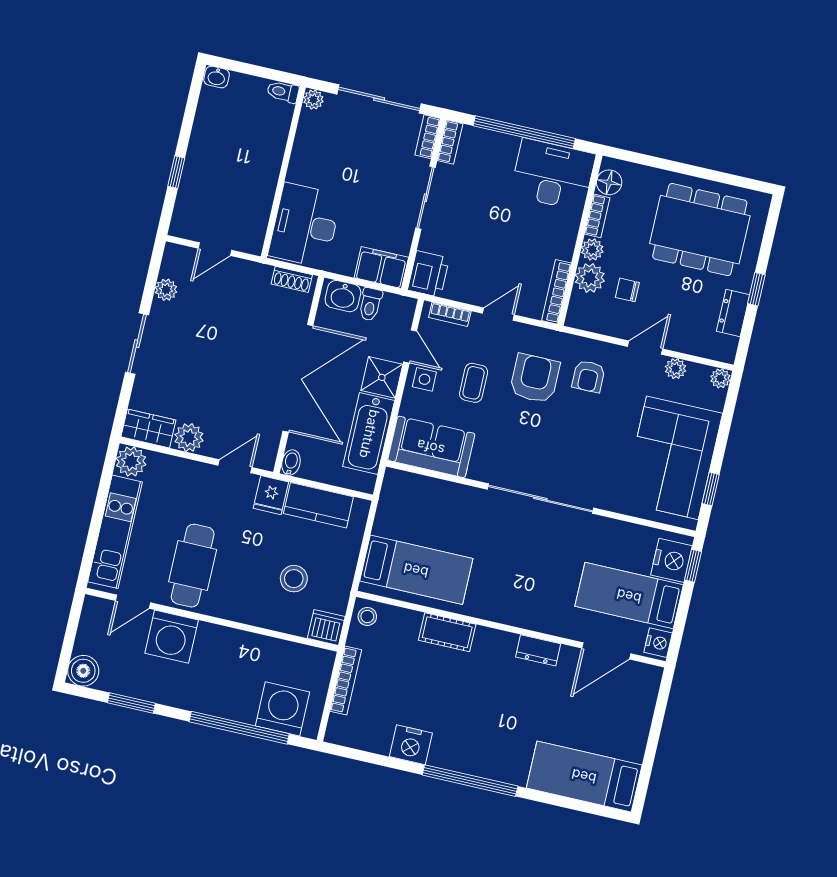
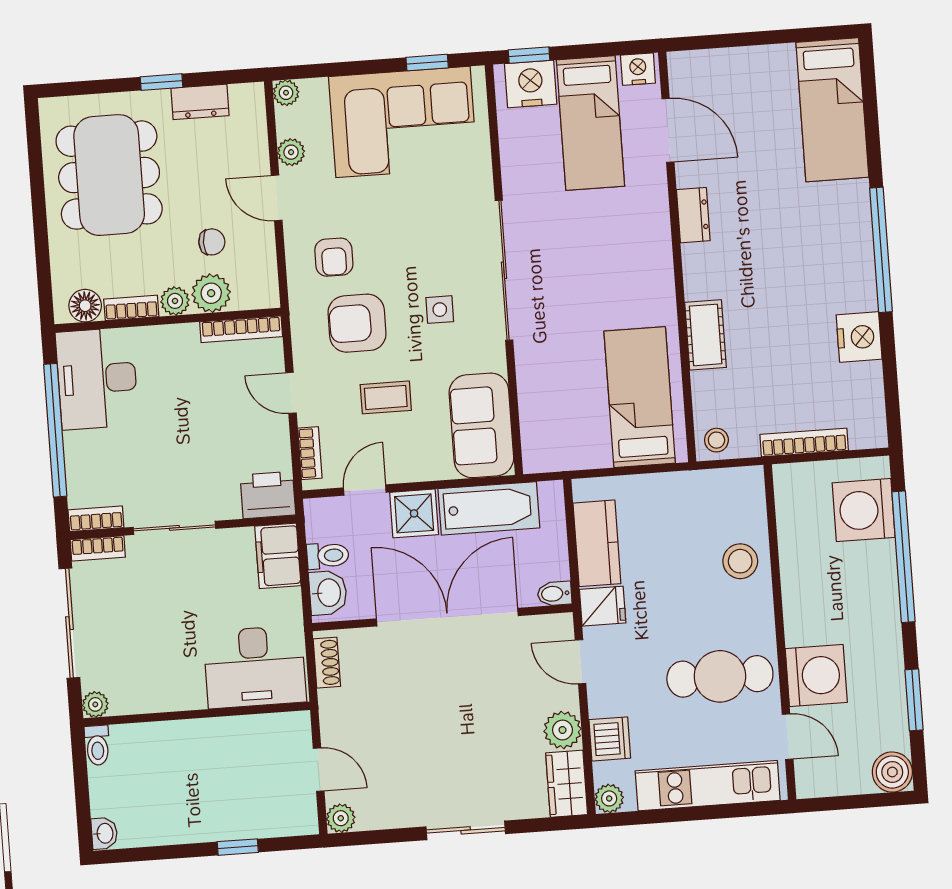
plant: (166, 290) -> (341, 818), moved
chair: (627, 290) -> (212, 242), turned -90
armchair: (589, 376) -> (334, 257), turned 90
side table: (424, 379) -> (440, 310), moved
plant: (131, 461) -> (609, 798), width x0.73, depth x0.73
stool: (294, 579) -> (740, 561), moved
dishwasher: (326, 627) -> (610, 739), moved, turned 180

